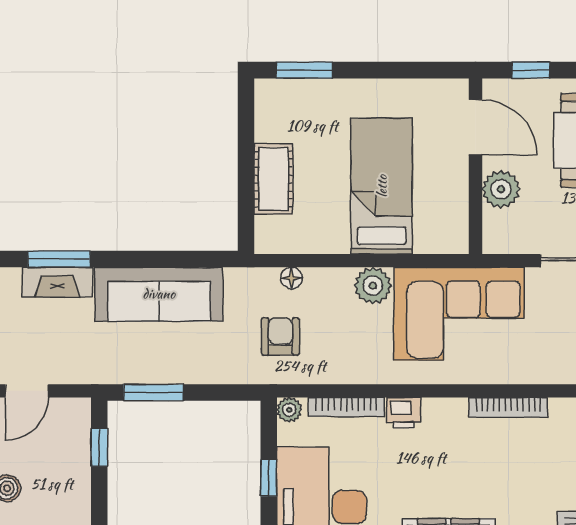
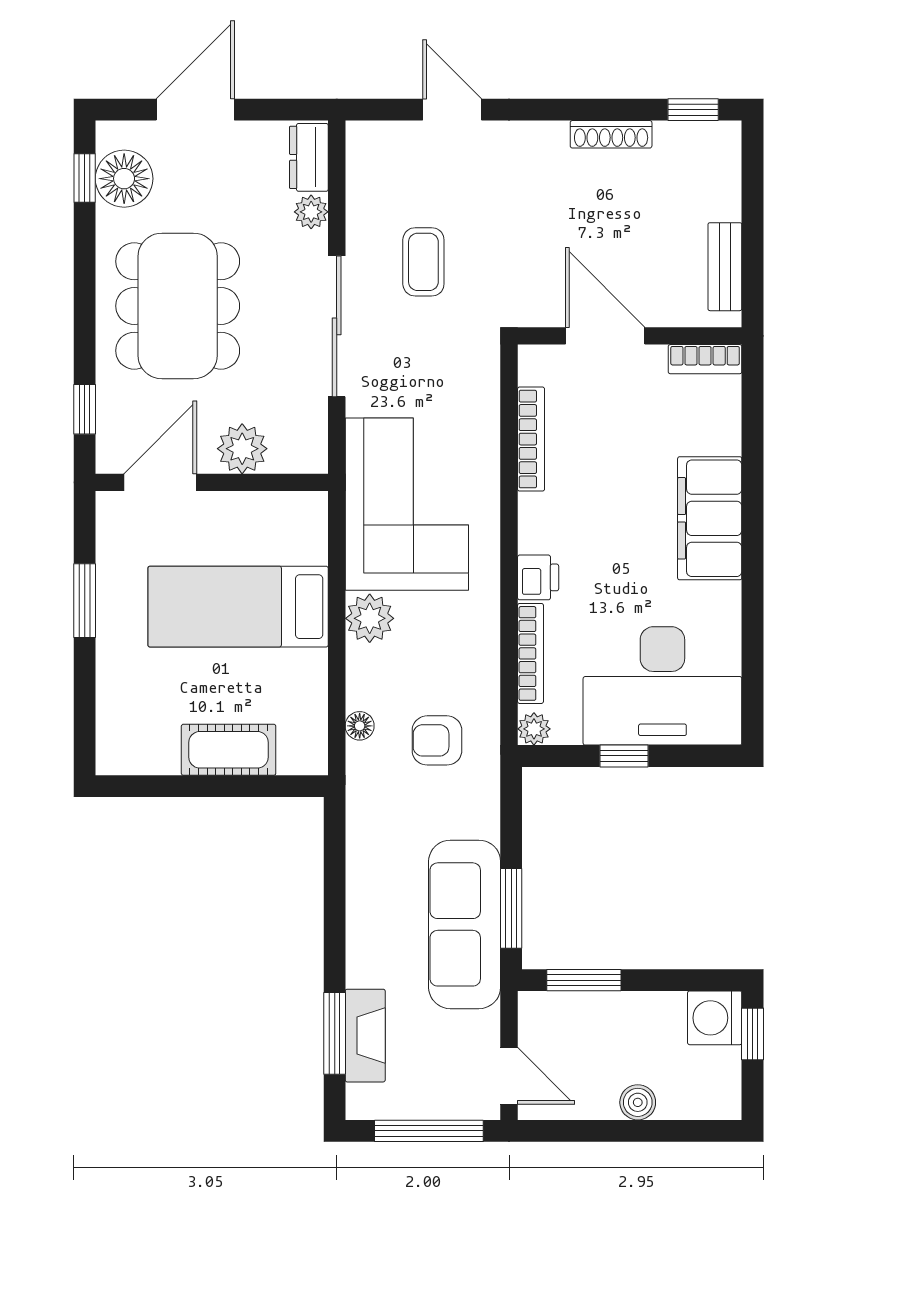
window: (304, 70) -> (85, 601), moved
sofa: (159, 294) -> (465, 924), moved, turned 180
window: (99, 447) -> (584, 980), width x1.50

